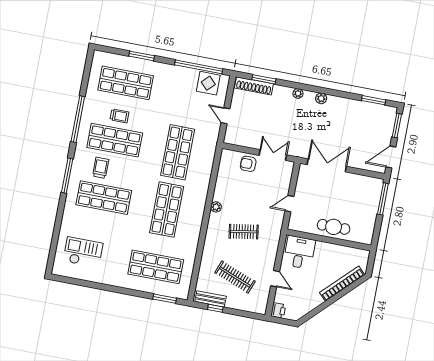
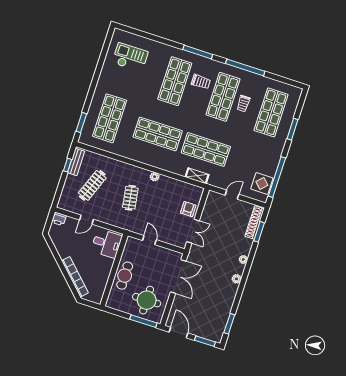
shelving: (209, 158) -> (197, 176), added
round table: (358, 198) -> (147, 300), added
checkout: (83, 252) -> (130, 57), turned -90

